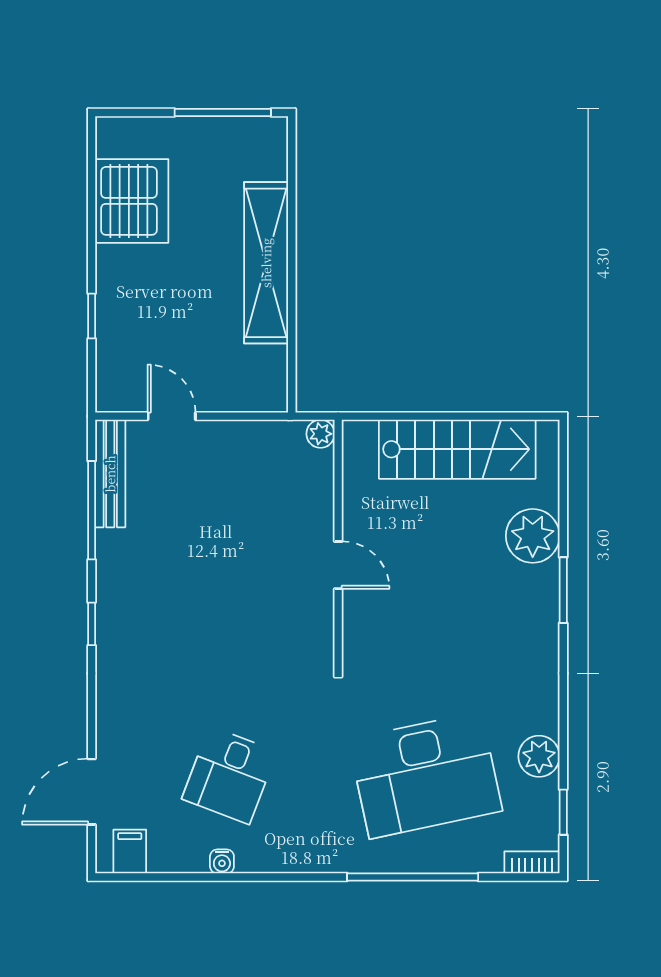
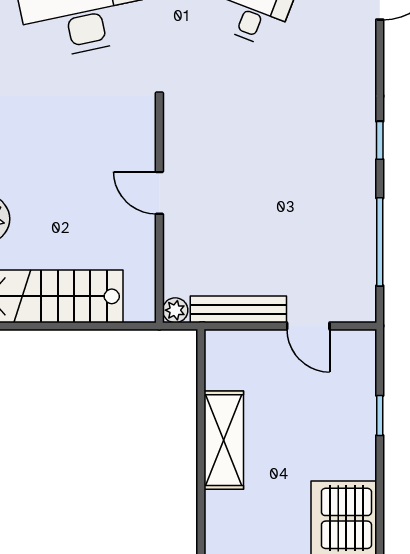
shelving: (266, 263) -> (224, 440), width x0.68
bench: (110, 474) -> (238, 309), moved, turned 90

